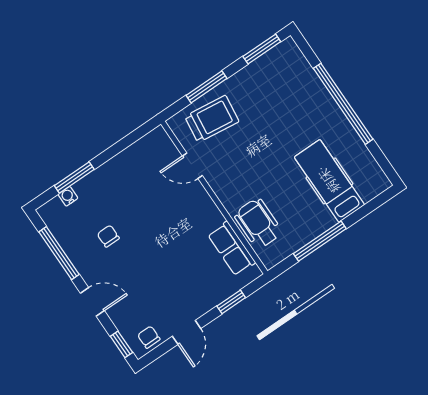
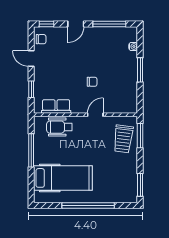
window: (206, 87) -> (140, 136), moved
door: (192, 166) -> (95, 115), moved
window: (74, 177) -> (140, 70), moved
hospital bed: (329, 181) -> (63, 178), width x1.37, depth x1.29
wheelchair: (258, 223) -> (59, 127), turned 180
chair: (108, 236) -> (92, 82), moved

